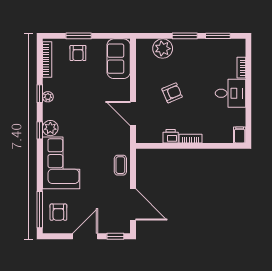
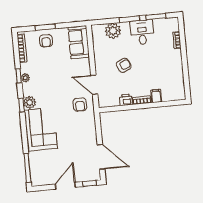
desk: (231, 93) -> (142, 32), moved, turned -90
filing cabinet: (240, 135) -> (156, 96), moved
coffee table: (120, 165) -> (88, 127), removed
armchair: (58, 212) -> (80, 105), moved

